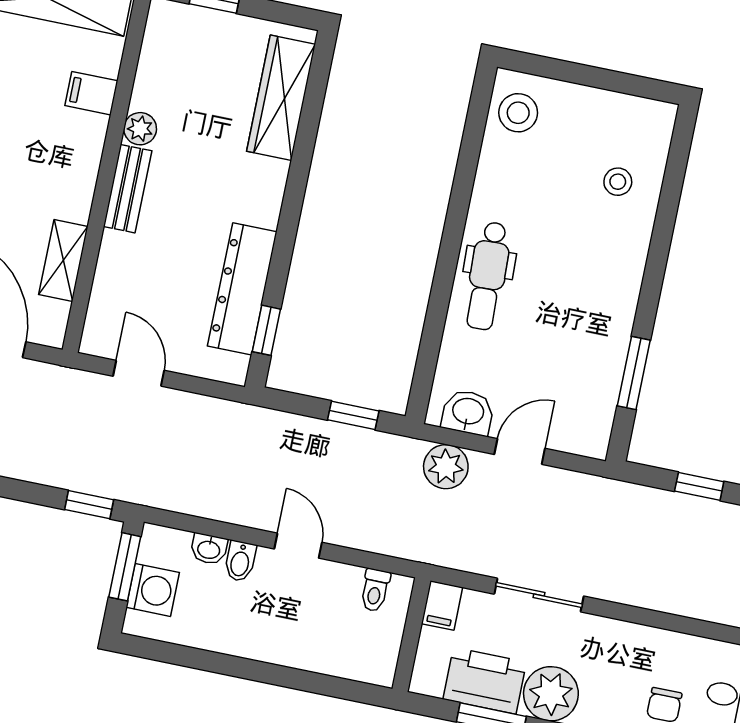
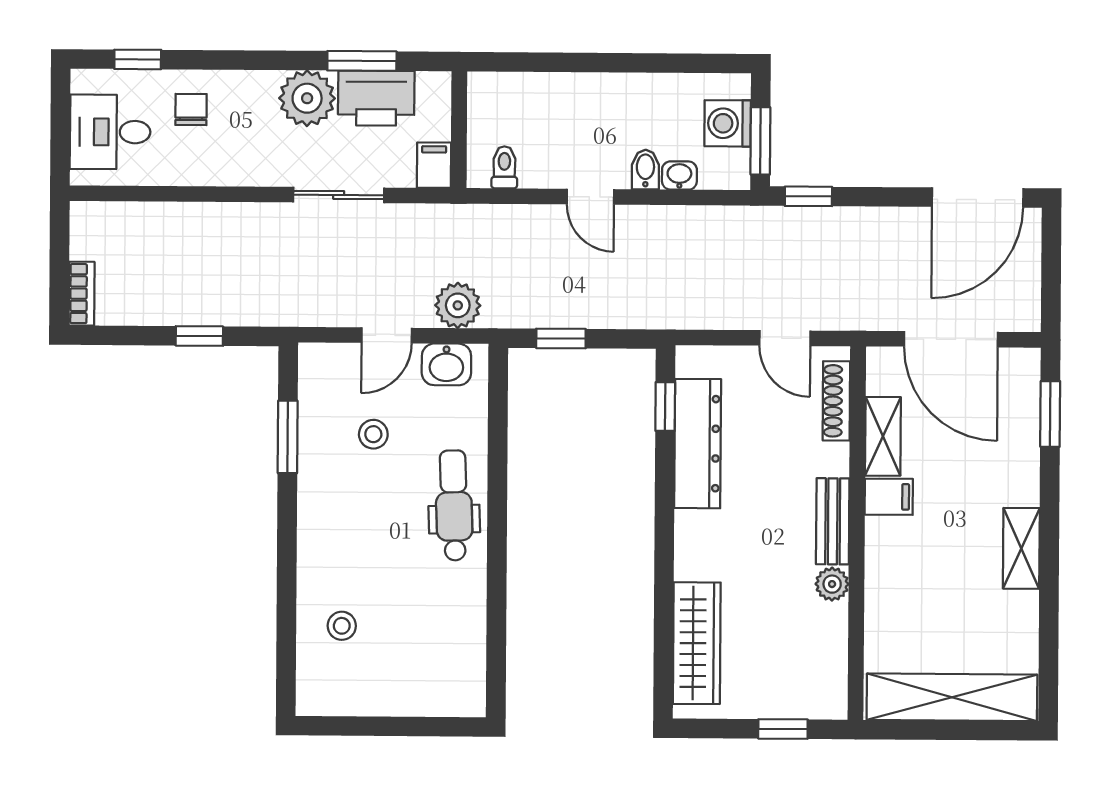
filing cabinet: (91, 93) -> (889, 497), moved
stool: (518, 113) -> (373, 434), moved, width x0.73, depth x0.73
shoe rack: (101, 303) -> (836, 401), added

